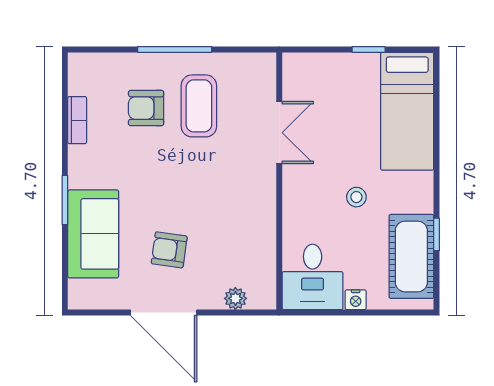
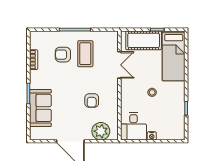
armchair: (169, 250) -> (92, 101), moved, turned -98
cot: (411, 256) -> (144, 40), moved, turned 90
plant: (235, 298) -> (101, 131), width x1.88, depth x1.88

